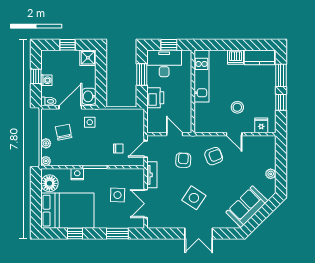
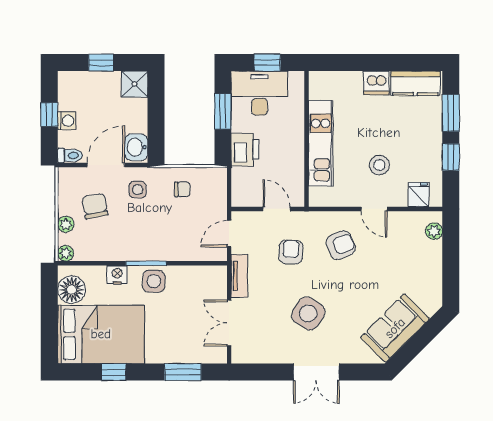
kitchen unit: (201, 76) -> (321, 143), moved
chair: (118, 149) -> (182, 189), moved
plant: (271, 174) -> (434, 231), moved
side table: (118, 195) -> (154, 281), moved

